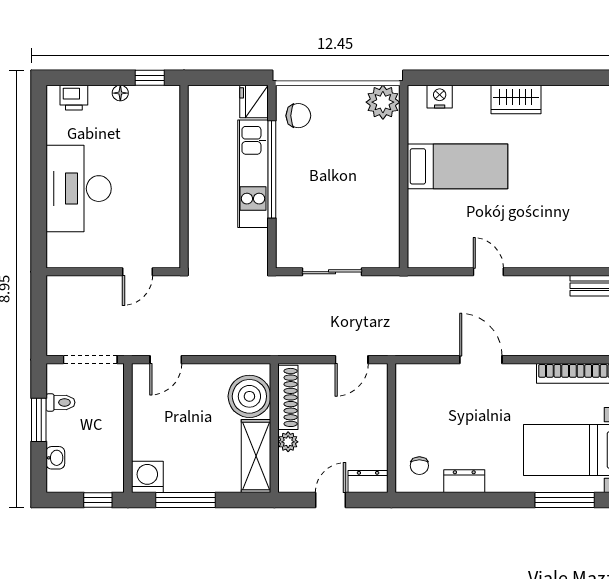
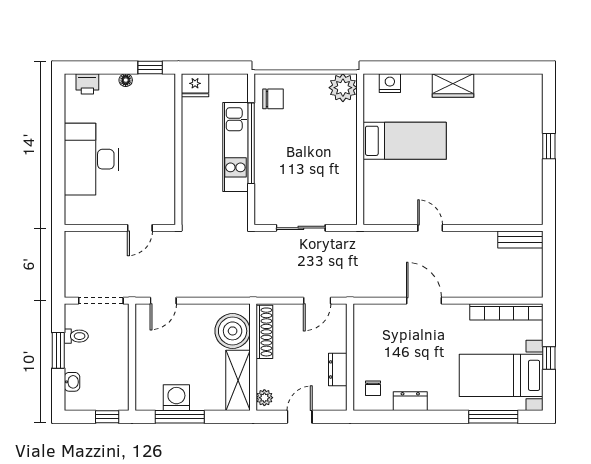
fridge: (254, 101) -> (195, 85), moved, turned -90
plant: (288, 442) -> (264, 398), moved
washing machine: (147, 477) -> (176, 398), moved
dresser: (368, 482) -> (338, 369), moved, turned -90

